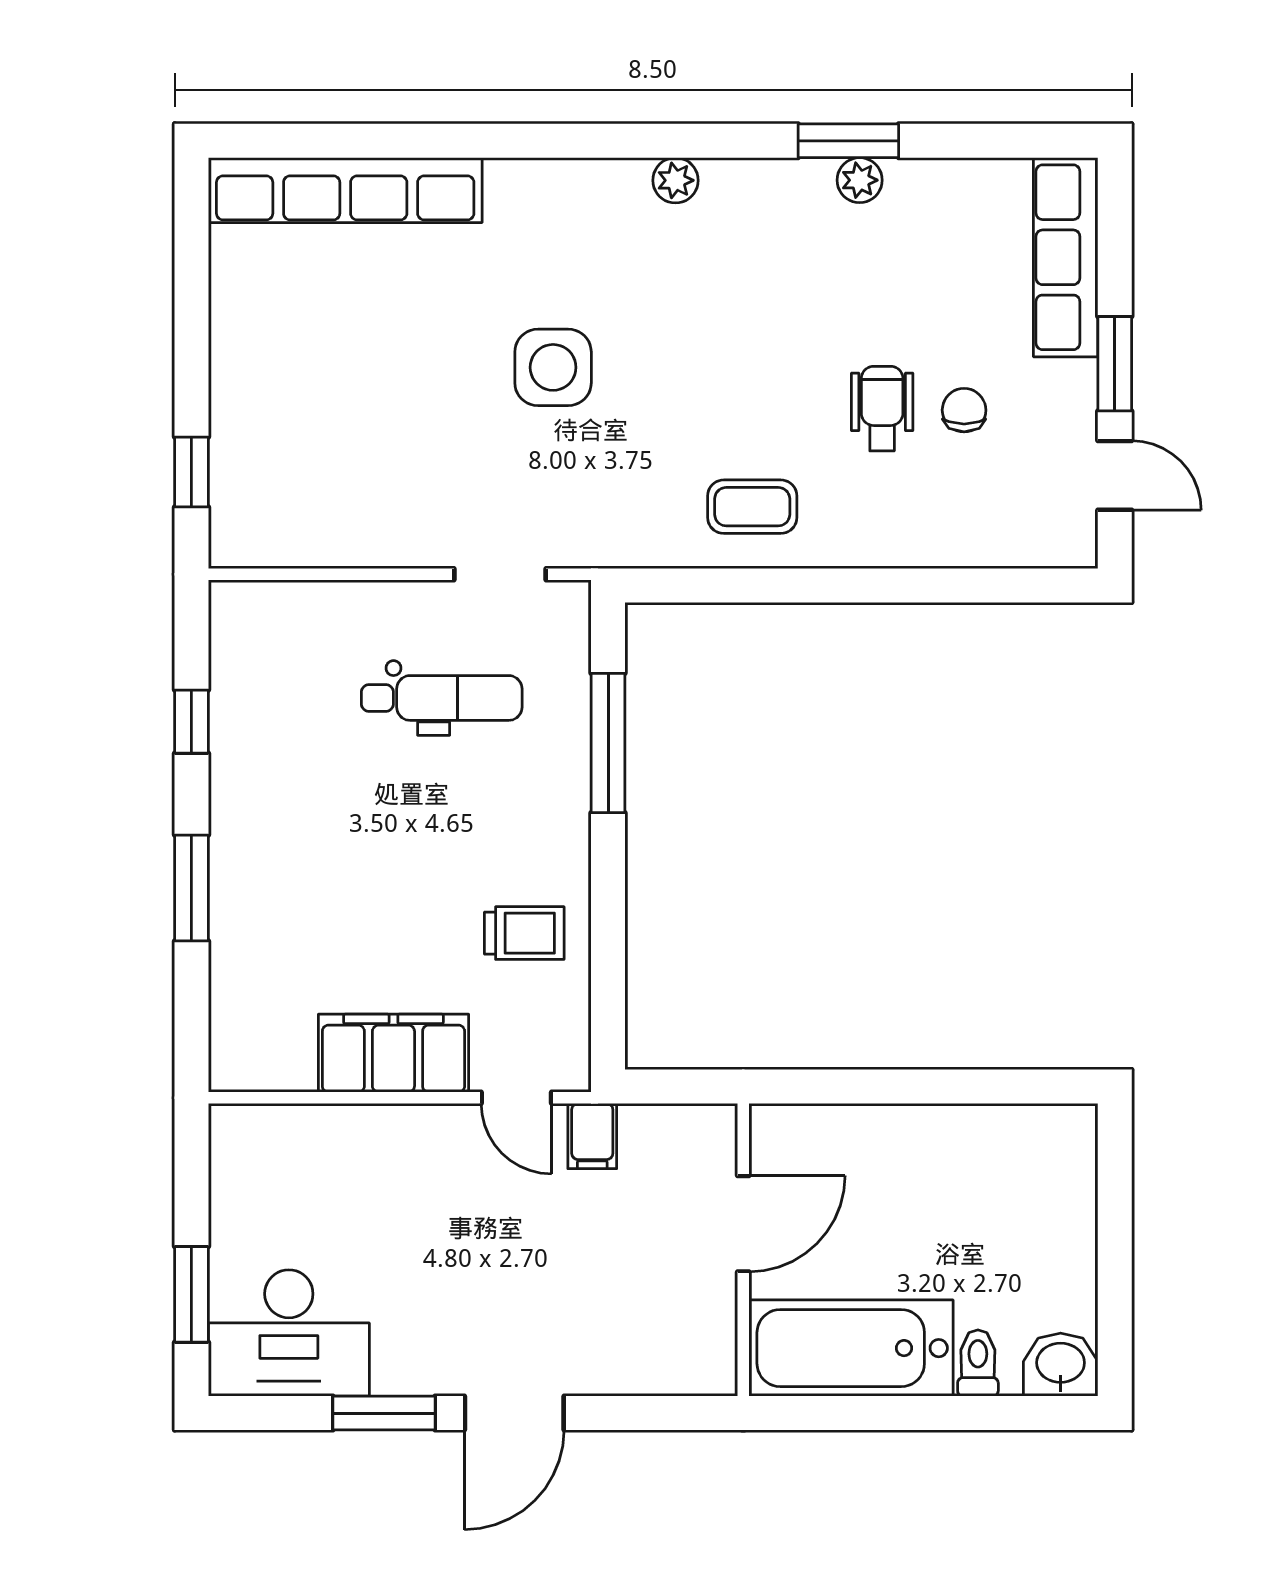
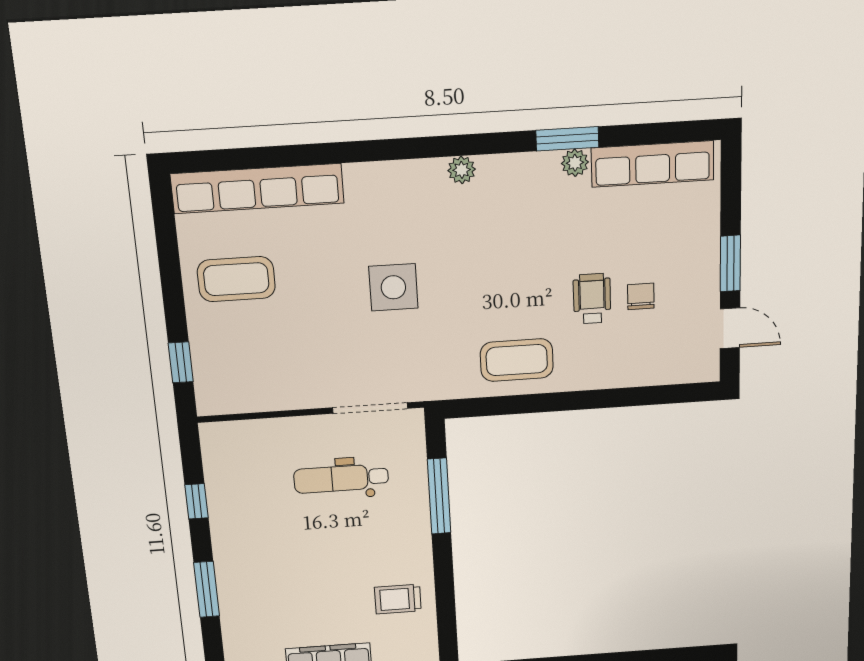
row of seats: (1066, 257) -> (653, 164), moved, turned -90
coffee table: (297, 337) -> (236, 279), added
coffee table: (752, 507) -> (517, 360), width x1.36, depth x1.30
doorway: (500, 574) -> (370, 408), width x1.38
dental chair: (442, 698) -> (341, 479), turned 180
trolley: (524, 933) -> (398, 599), turned 180

